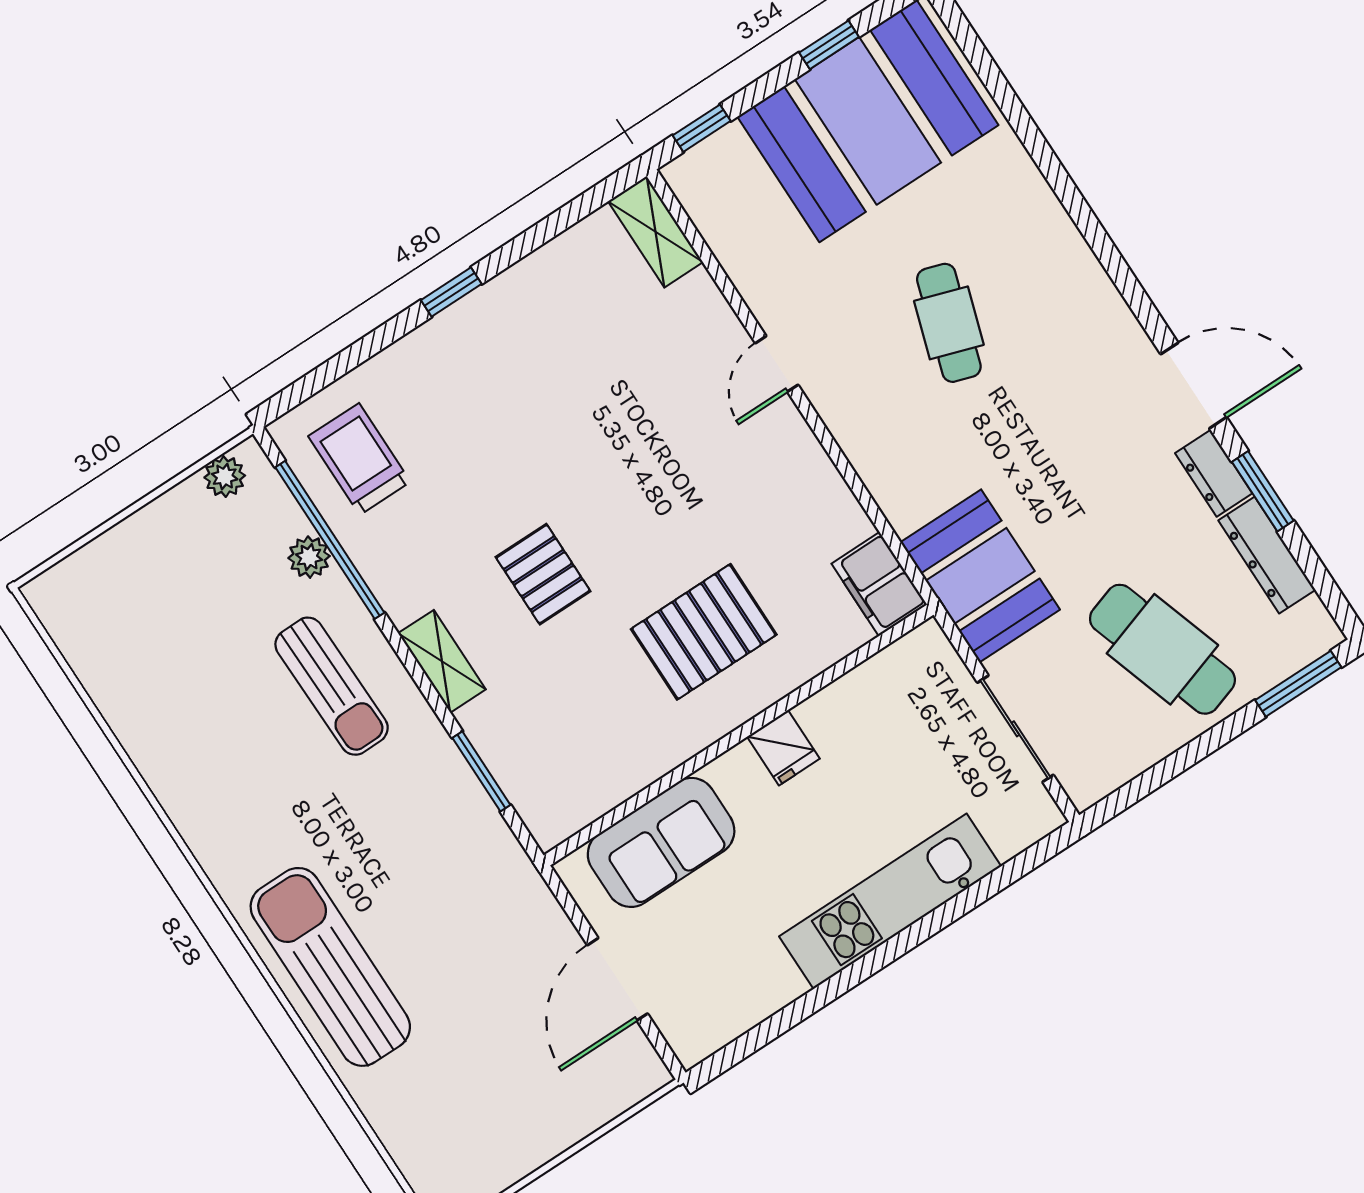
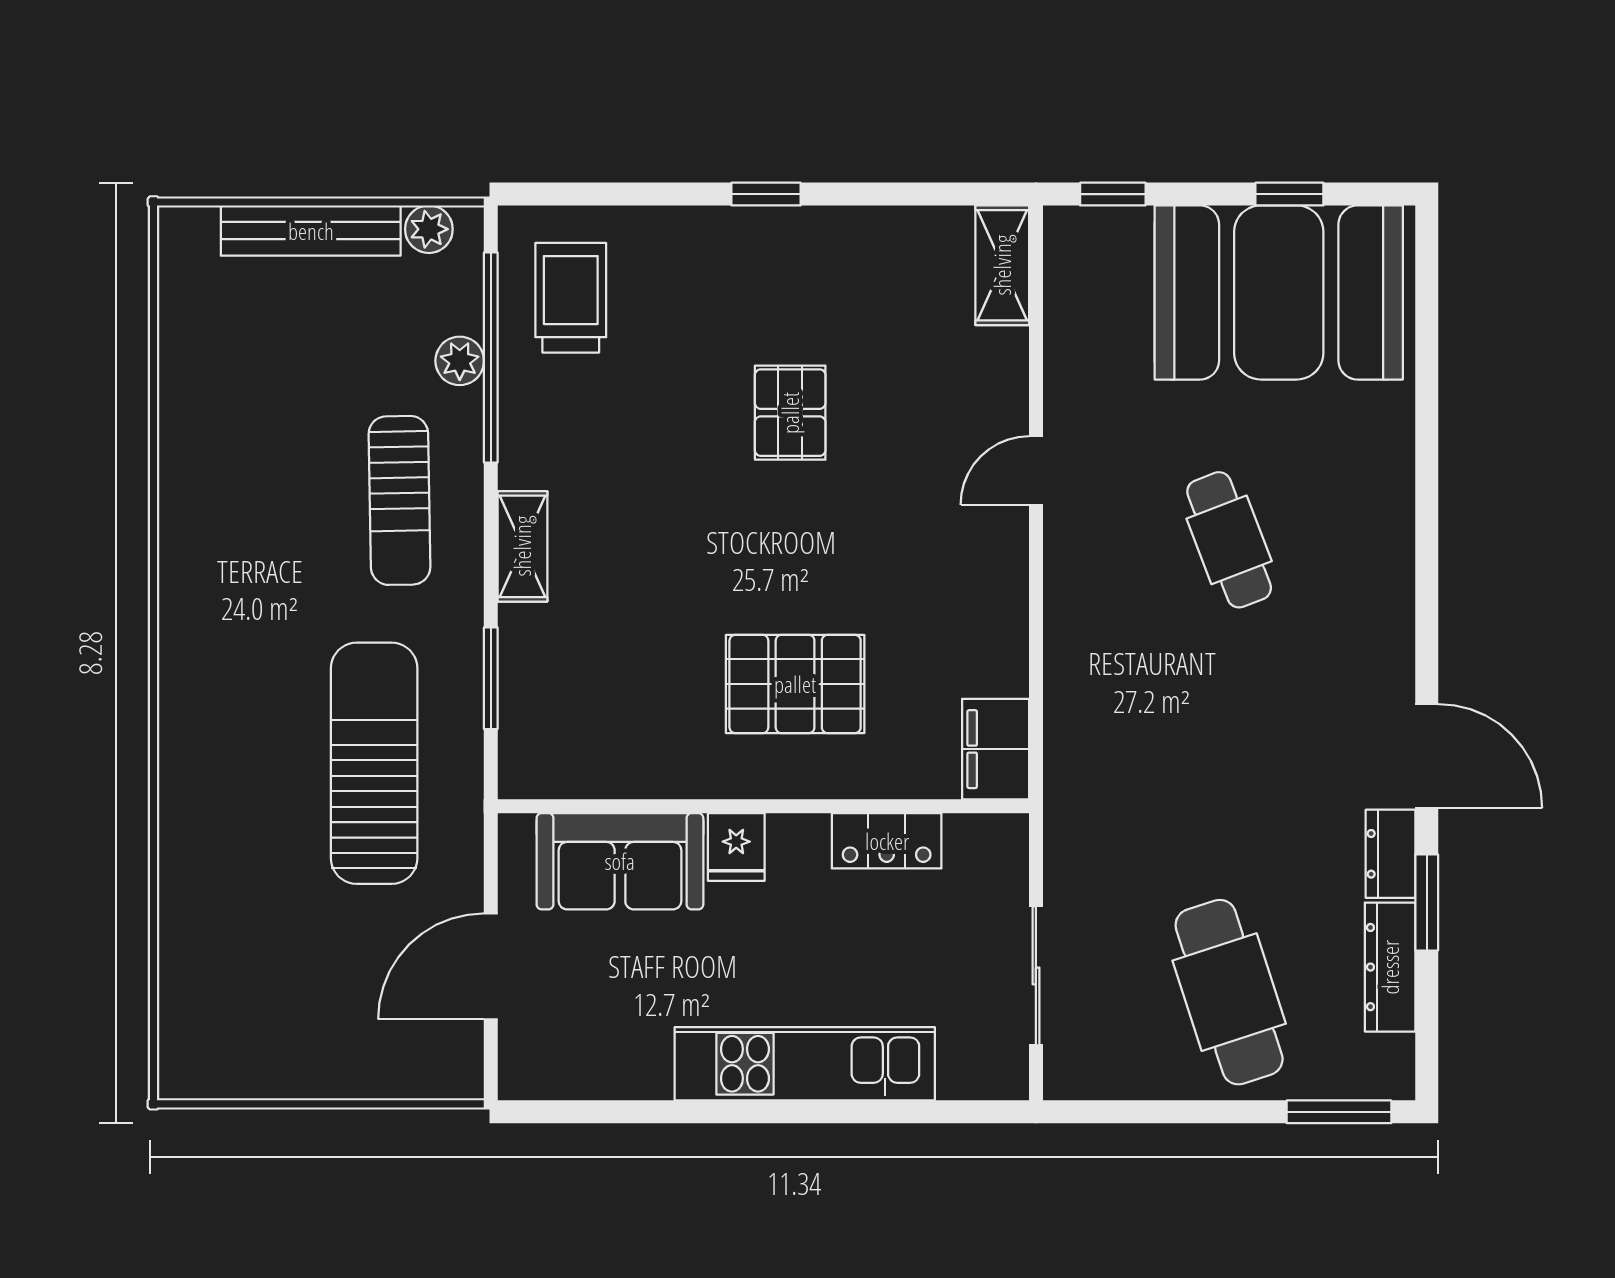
cafe table: (949, 323) -> (1229, 540), turned -39
bench: (140, 533) -> (311, 231), added
pallet: (543, 574) -> (790, 413), moved
booth: (980, 576) -> (1099, 805), removed
locker: (844, 702) -> (887, 841), added
fridge: (783, 748) -> (736, 847), moved
sun lounger: (330, 967) -> (374, 763), moved

